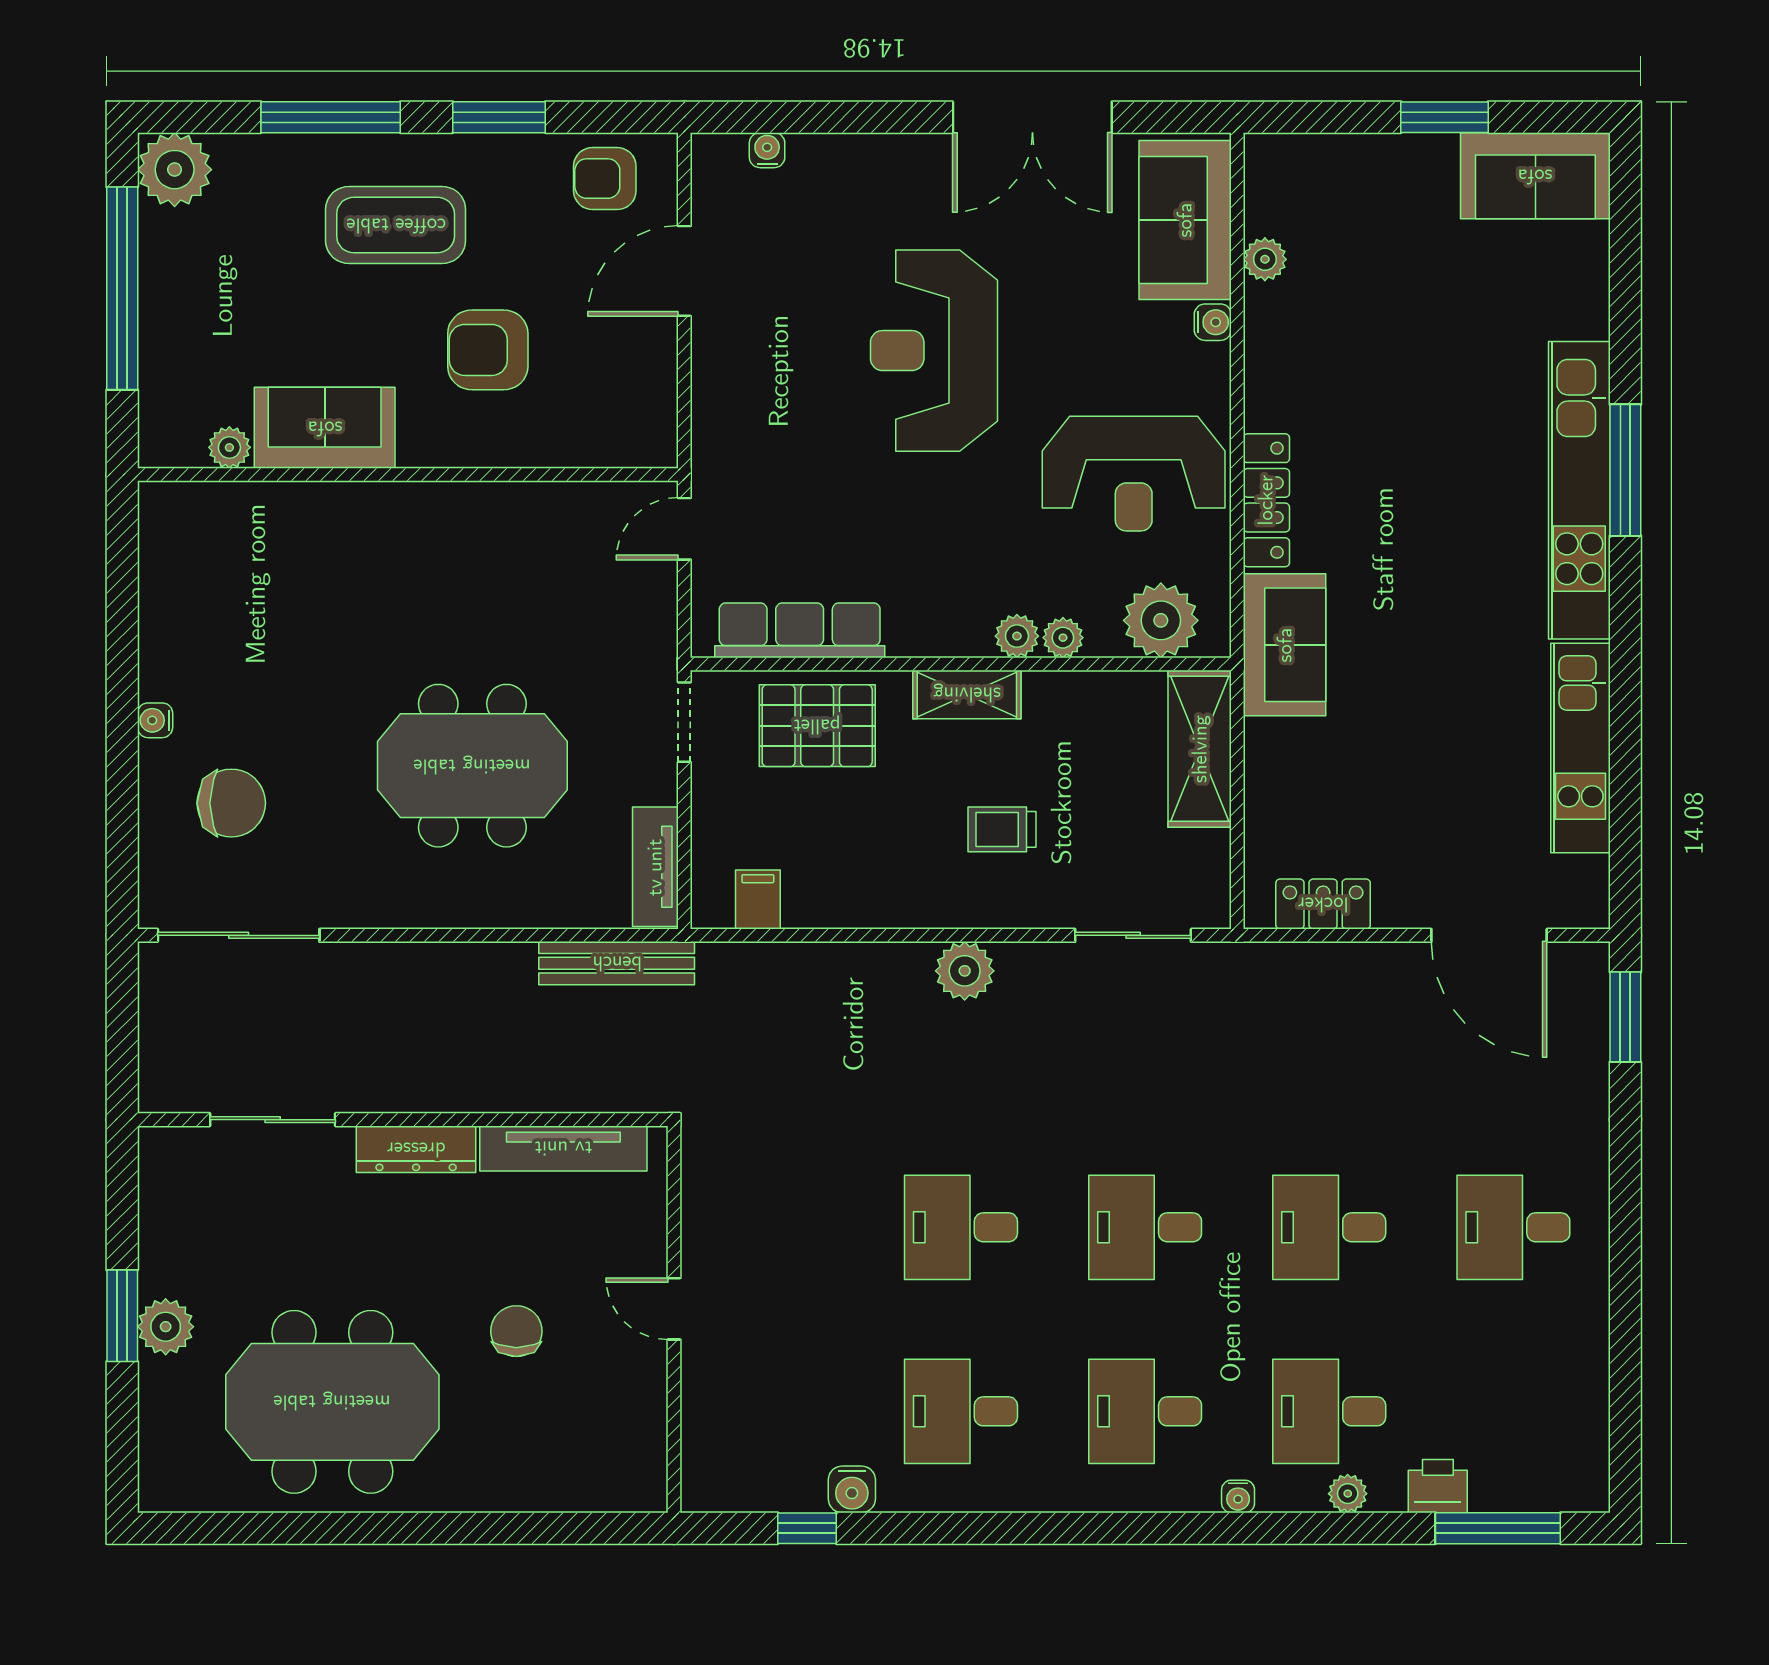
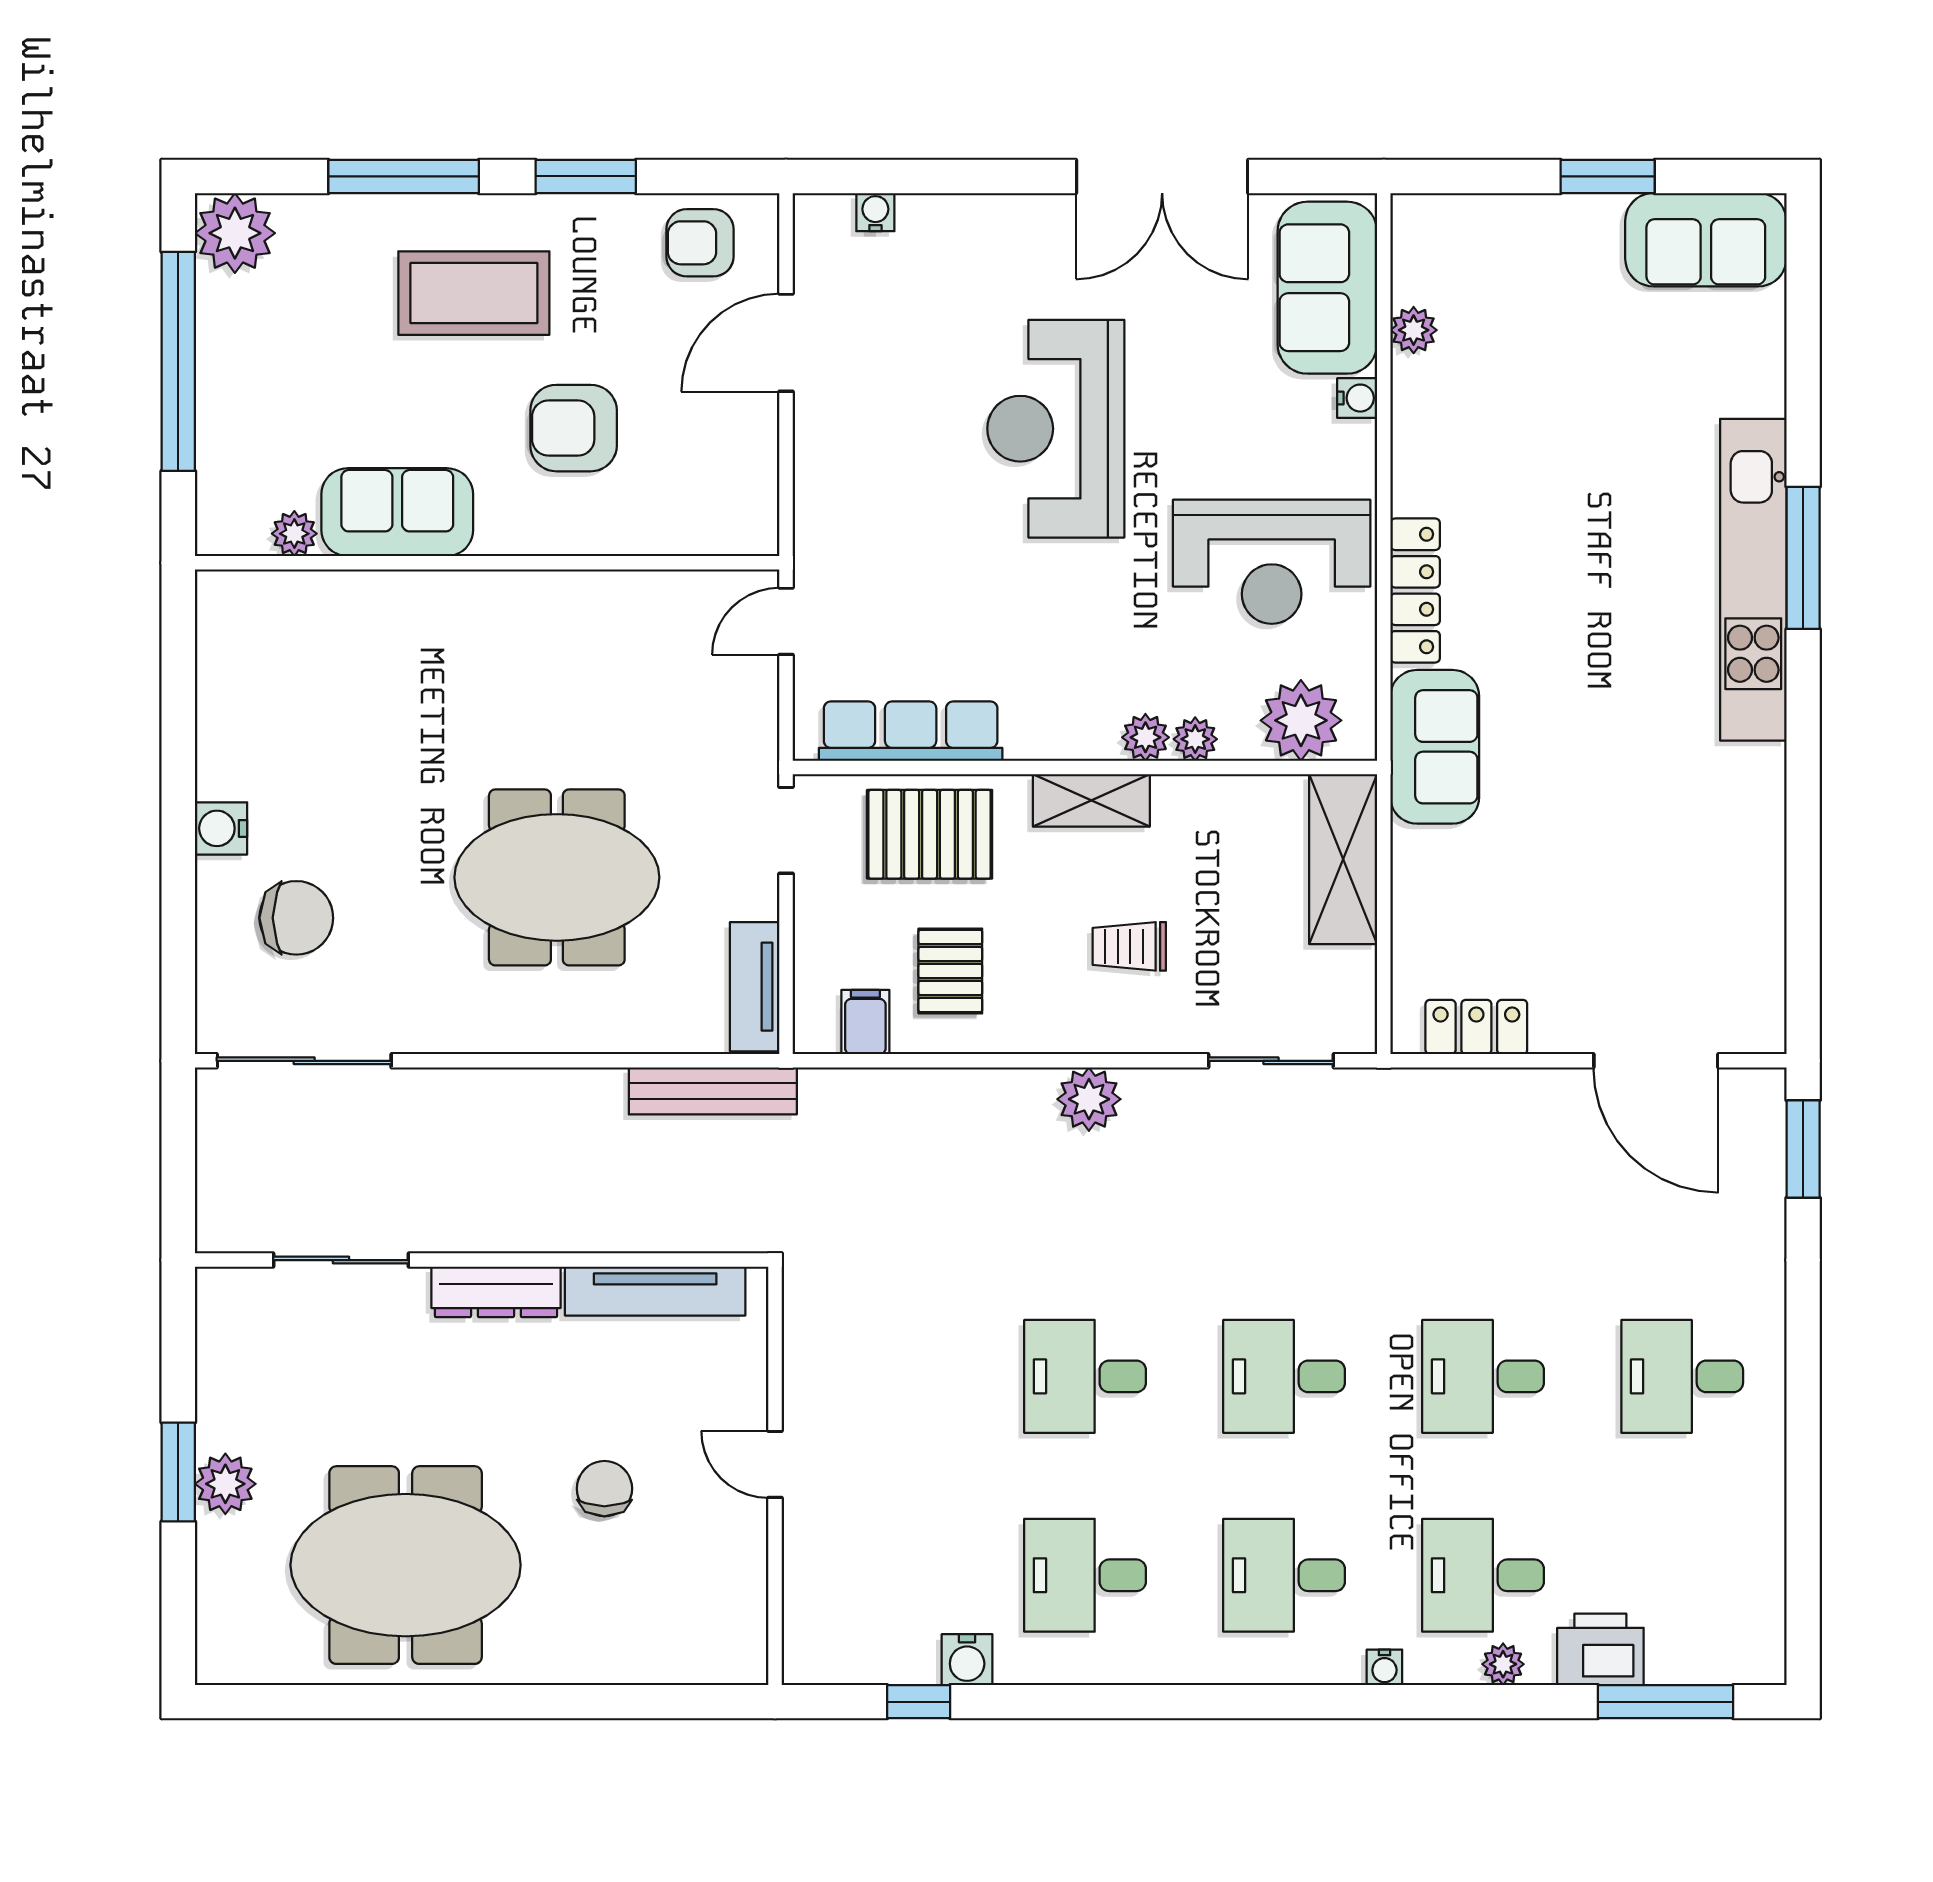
water cooler: (155, 720) -> (221, 828), width x1.38, depth x1.38
kitchen unit: (1580, 748) -> (1755, 858), removed
pallet: (836, 852) -> (950, 971), added
printer: (1438, 1486) -> (1600, 1649), width x1.36, depth x1.24

